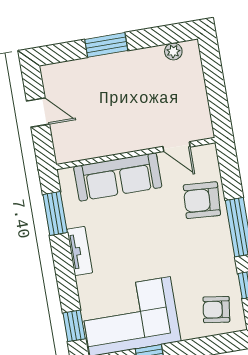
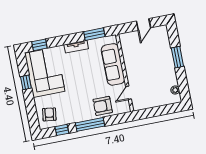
armchair: (202, 200) -> (103, 106), turned -94

